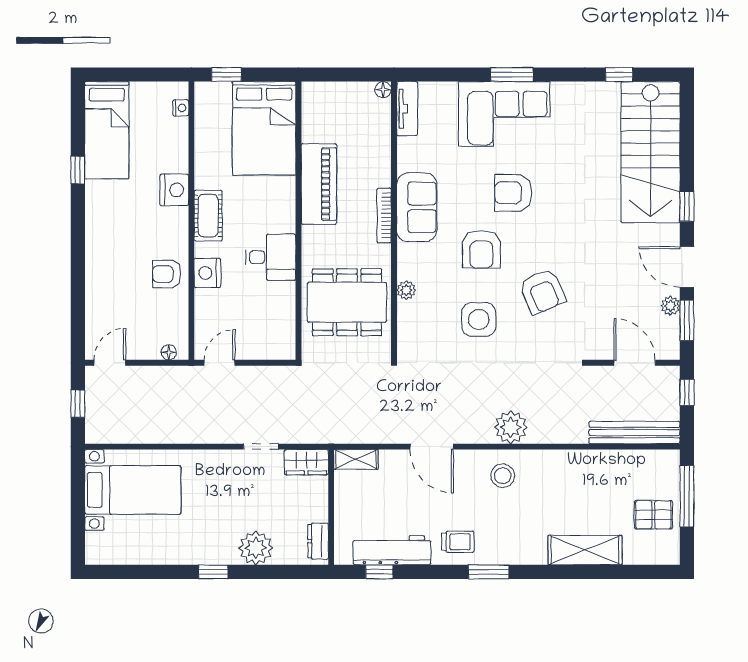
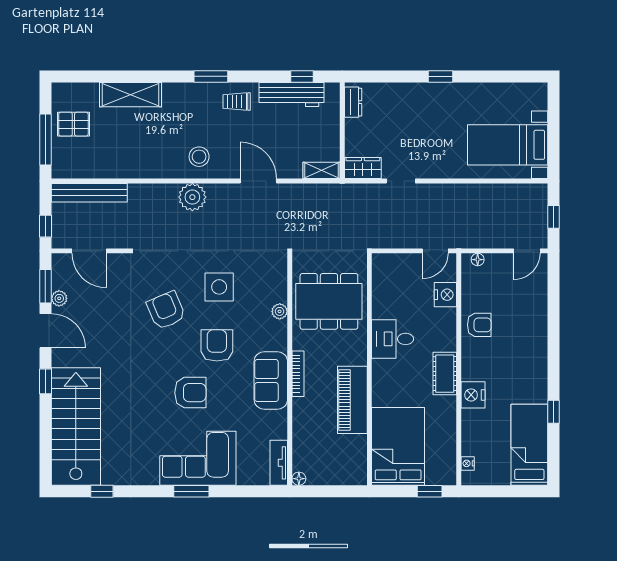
nightstand: (207, 273) -> (445, 295), moved
plant: (256, 548) -> (405, 96), removed

